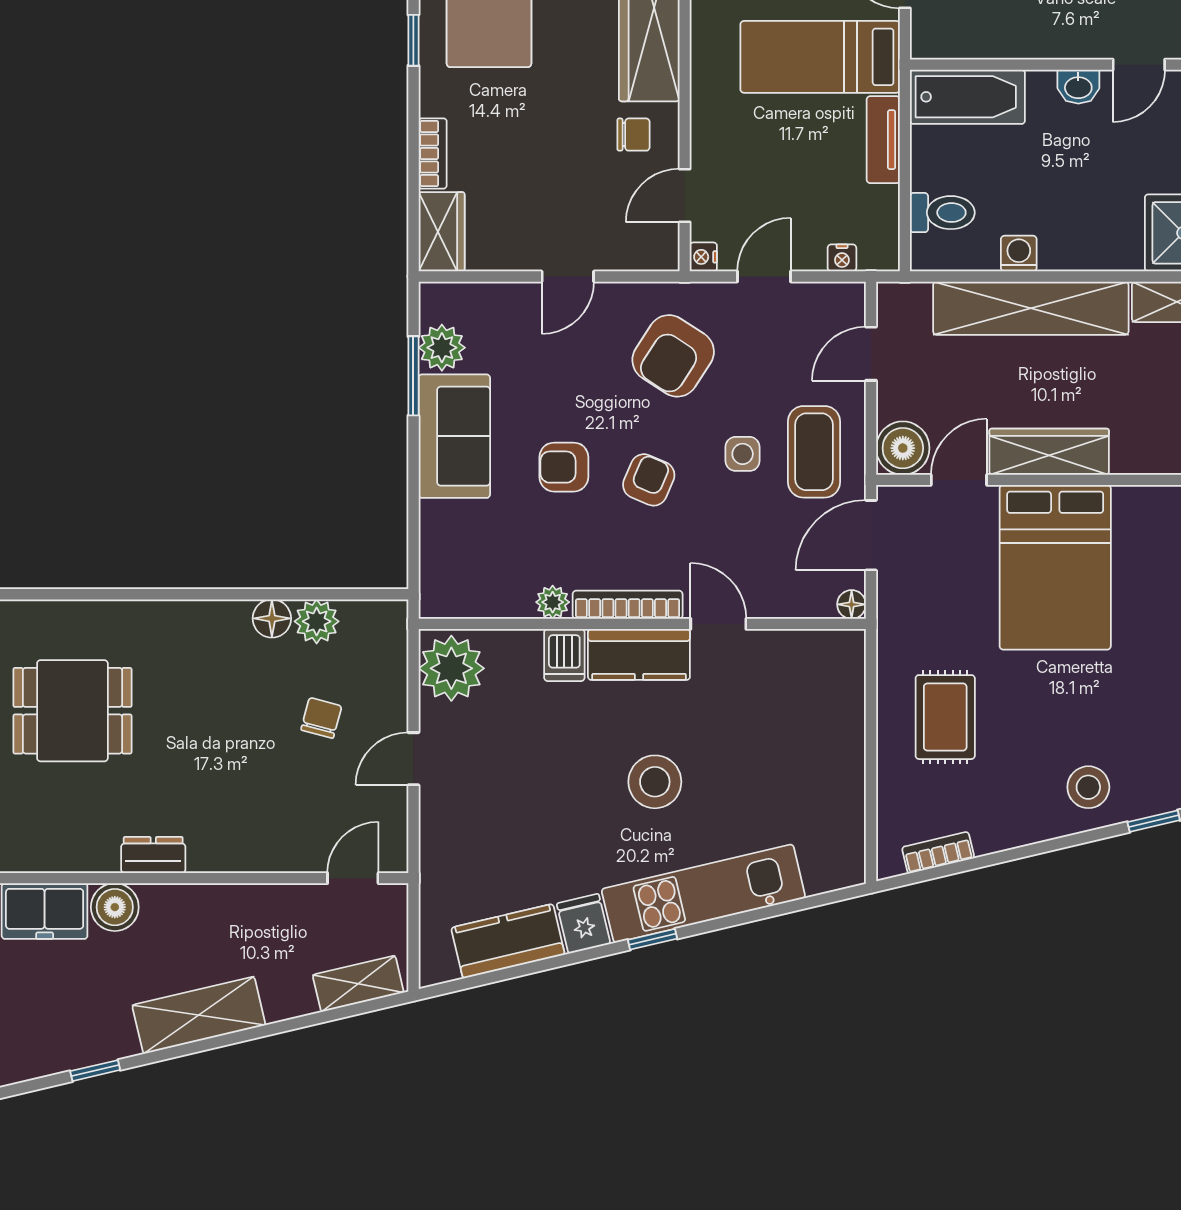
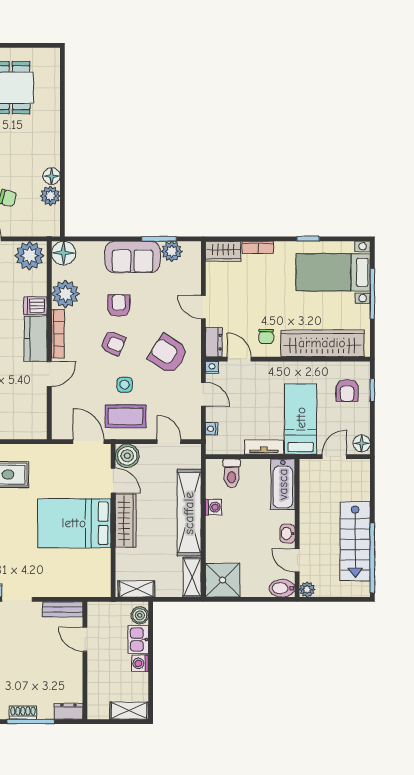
dresser: (646, 253) -> (214, 342), added
plant: (553, 602) -> (65, 294), width x1.88, depth x1.88
floor lamp: (852, 604) -> (64, 253), moved, width x1.89, depth x1.89

